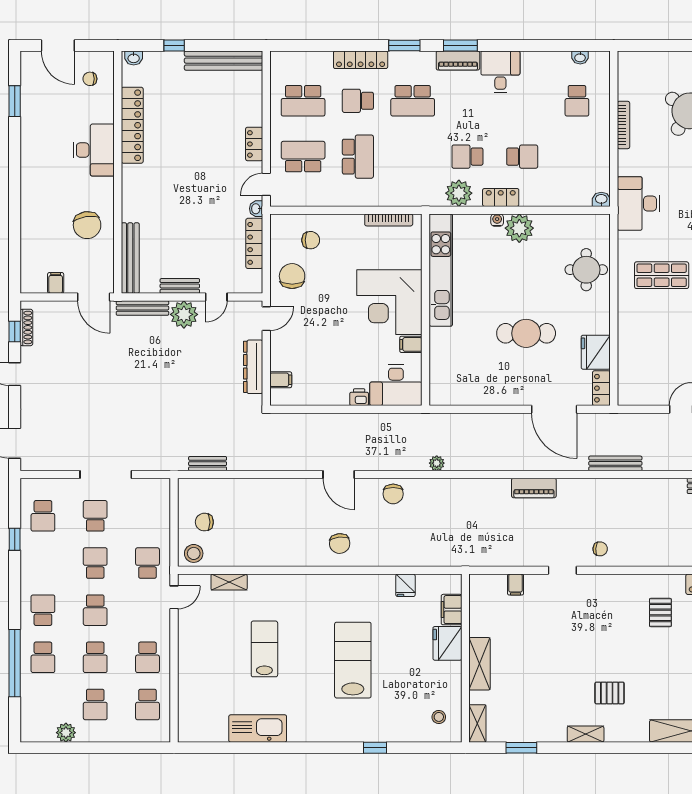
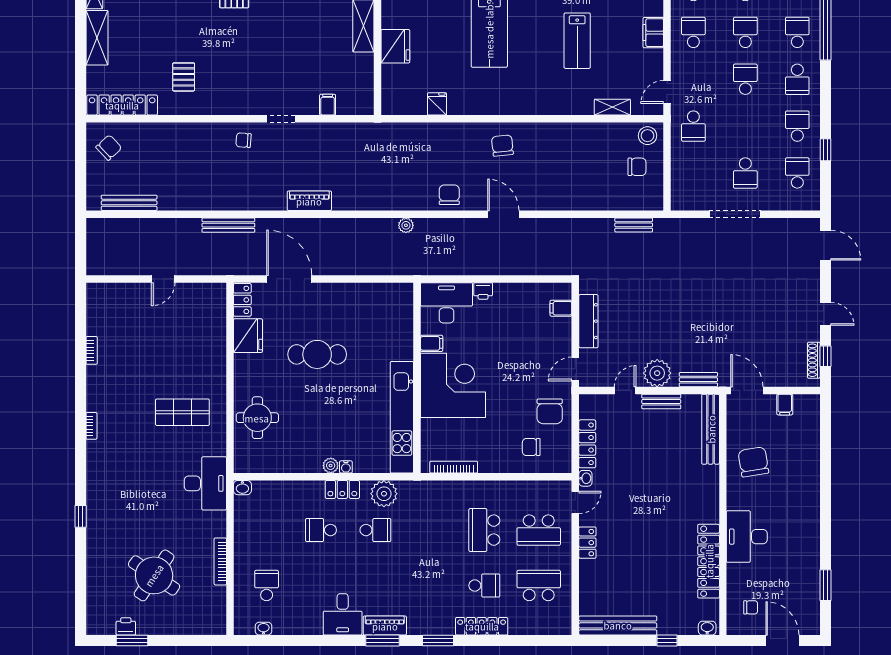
school desk: (413, 101) -> (430, 586), removed
plant: (519, 228) -> (331, 466), width x0.53, depth x0.53
bench: (142, 308) -> (698, 380), width x0.73
school desk: (95, 563) -> (797, 126), moved, turned 180
filing cabinet: (452, 610) -> (653, 33), moved, turned 180

